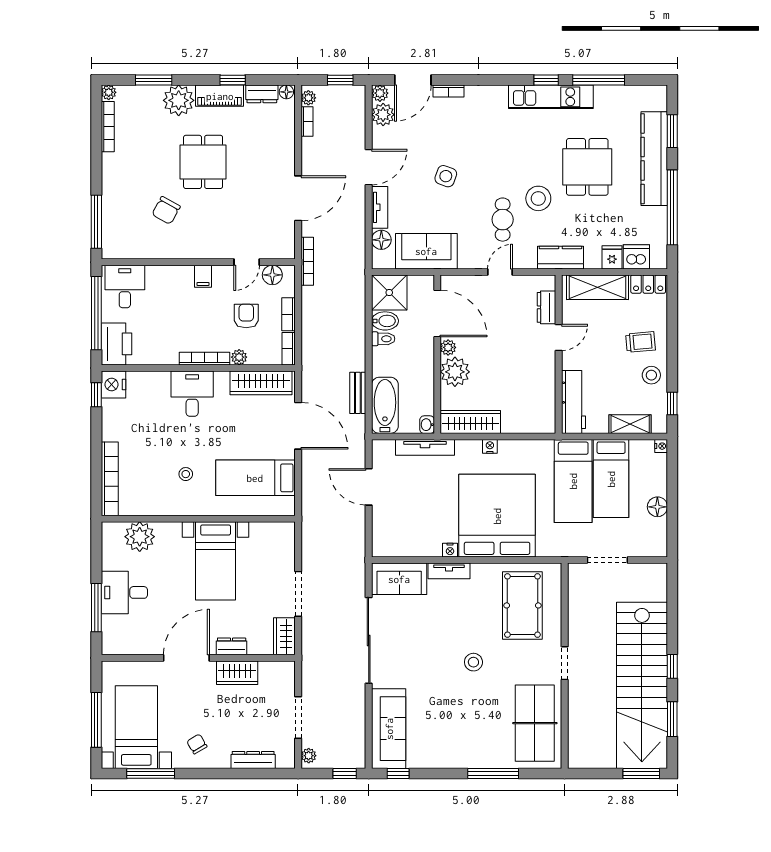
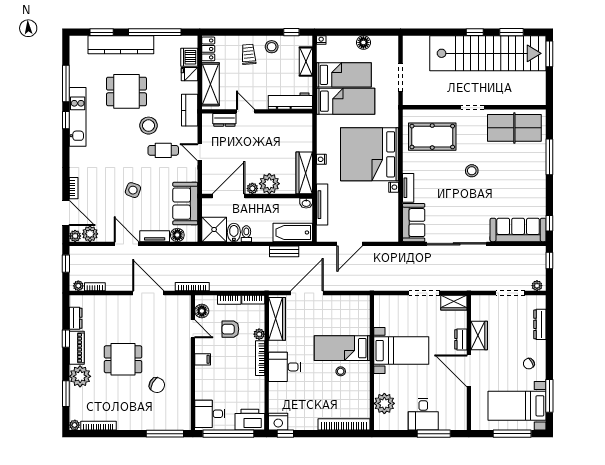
floor lamp: (286, 92) -> (74, 301), removed
bed: (255, 478) -> (342, 348), moved, turned 90

